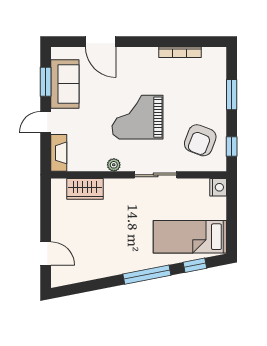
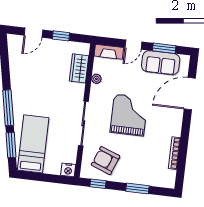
door: (101, 42) -> (190, 94), width x1.36
door: (46, 122) -> (133, 45), swing flipped
plant: (114, 165) -> (96, 79), moved
sliding door: (156, 175) -> (83, 123), width x1.37
window: (46, 217) -> (61, 36), added
window: (195, 265) -> (11, 145), width x1.50

